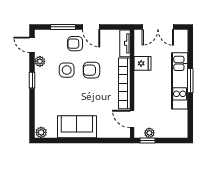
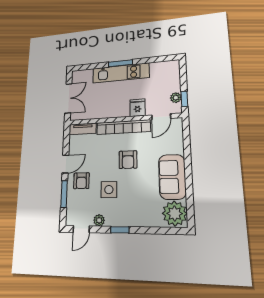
fridge: (142, 63) -> (137, 108), moved
armchair: (91, 70) -> (128, 160), moved
plant: (41, 132) -> (175, 214), width x1.87, depth x1.87

